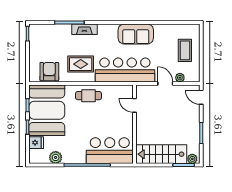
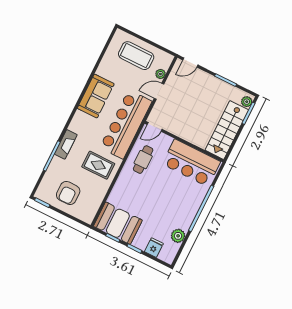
coffee table: (185, 50) -> (136, 56), width x1.36, depth x1.32
rug: (81, 64) -> (98, 165), turned 90
armchair: (49, 72) -> (68, 193), moved, turned -90
cafe table: (88, 96) -> (143, 160), moved
door: (135, 105) -> (155, 127), moved
booth: (47, 110) -> (118, 223), width x0.73, depth x0.70
bar counter: (110, 151) -> (191, 163), moved, turned -90

